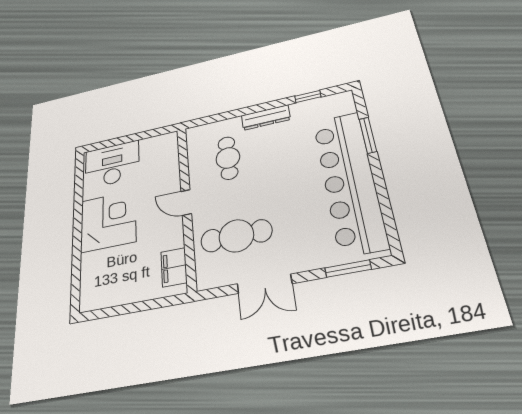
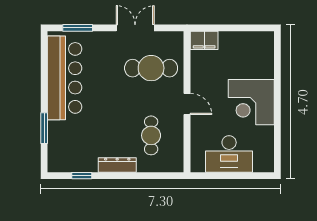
desk: (112, 164) -> (229, 154), moved
bar counter: (349, 181) -> (65, 78), width x0.73
filing cabinet: (174, 267) -> (204, 40), moved, turned 90

